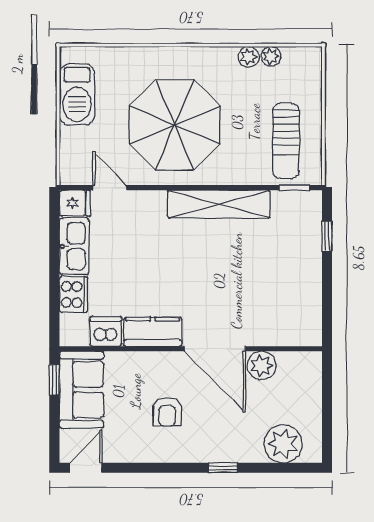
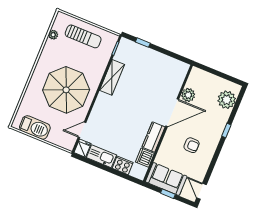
plant: (249, 57) -> (49, 45), removed
sun lounger: (286, 141) -> (83, 36), moved
shelving: (219, 204) -> (112, 77), width x0.68
window: (54, 380) -> (168, 194), moved

